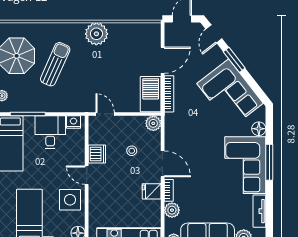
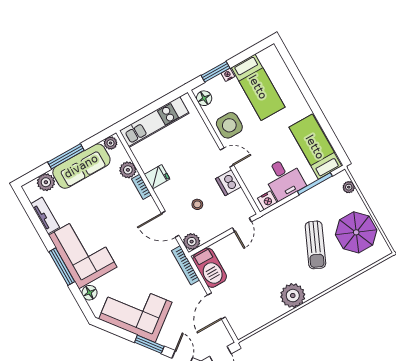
bookcase: (169, 94) -> (186, 265), moved
door: (105, 114) -> (242, 225), hinge flipped
door: (163, 164) -> (170, 224), moved

